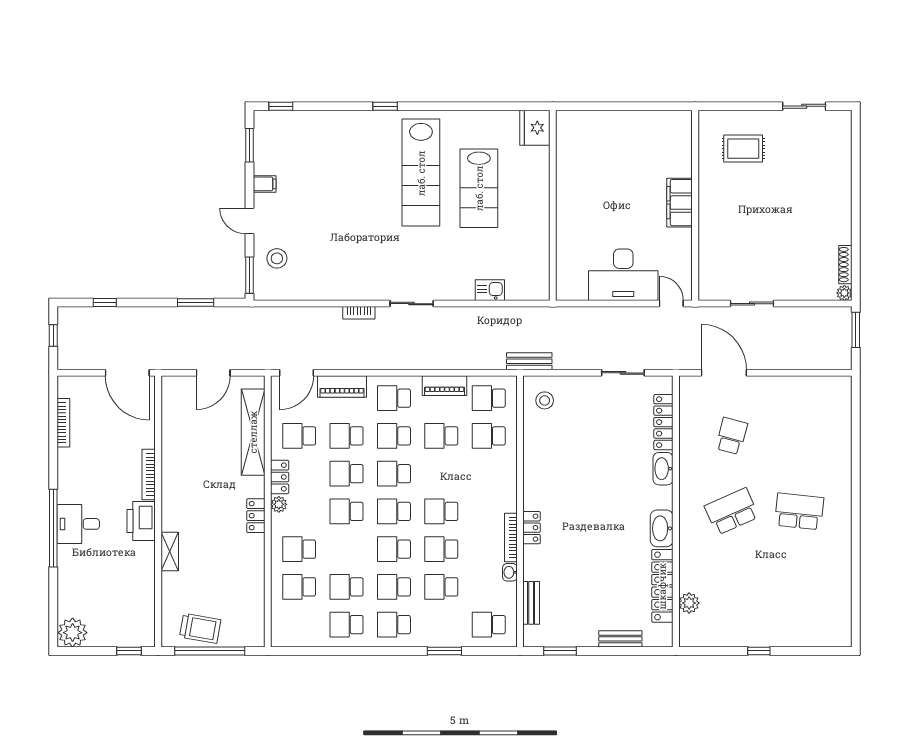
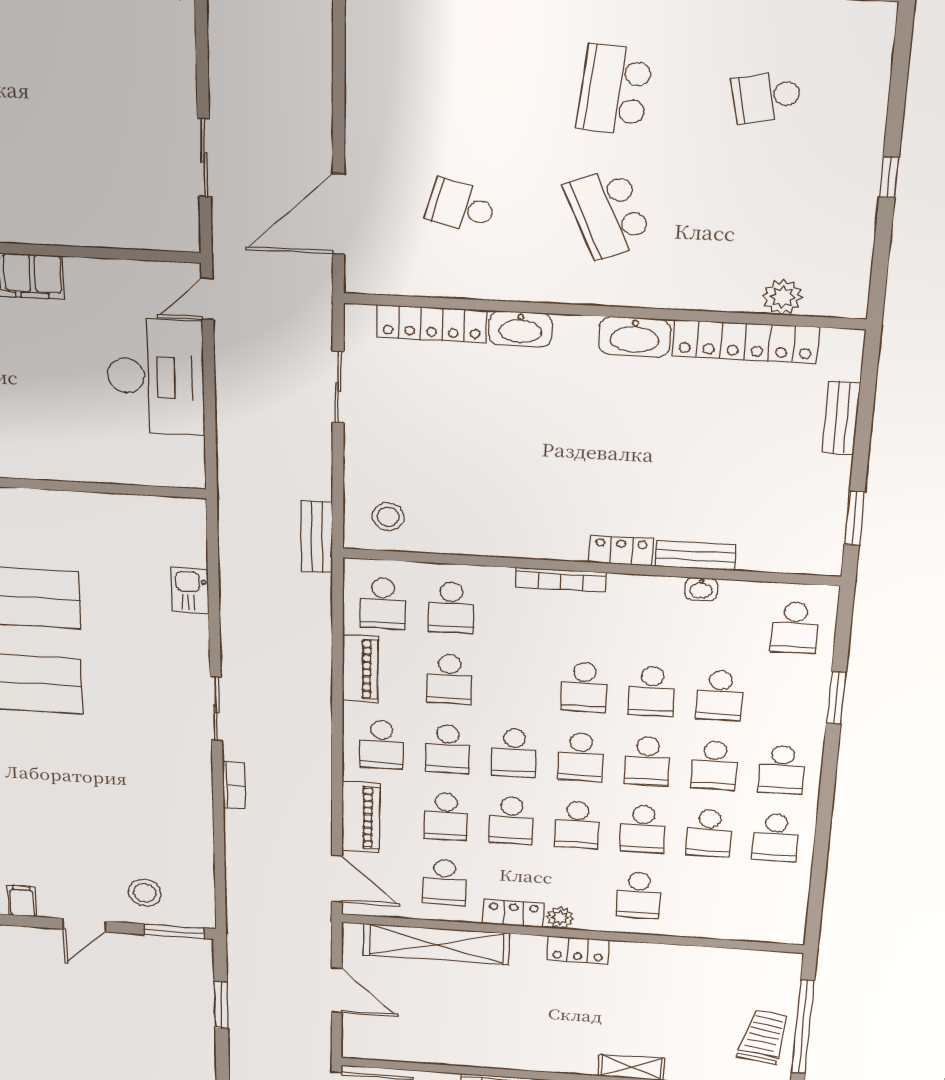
bookcase: (511, 537) -> (561, 580), moved
school desk: (299, 587) -> (643, 829), moved
school desk: (799, 587) -> (766, 97), added
bench: (531, 603) -> (695, 556), moved

